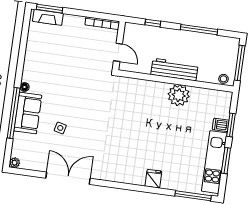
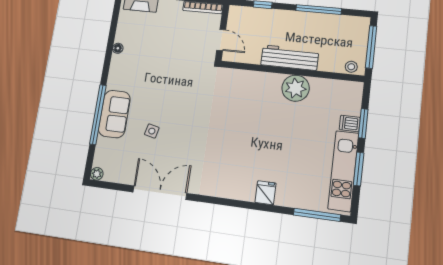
floor lamp: (25, 87) -> (118, 48), moved

